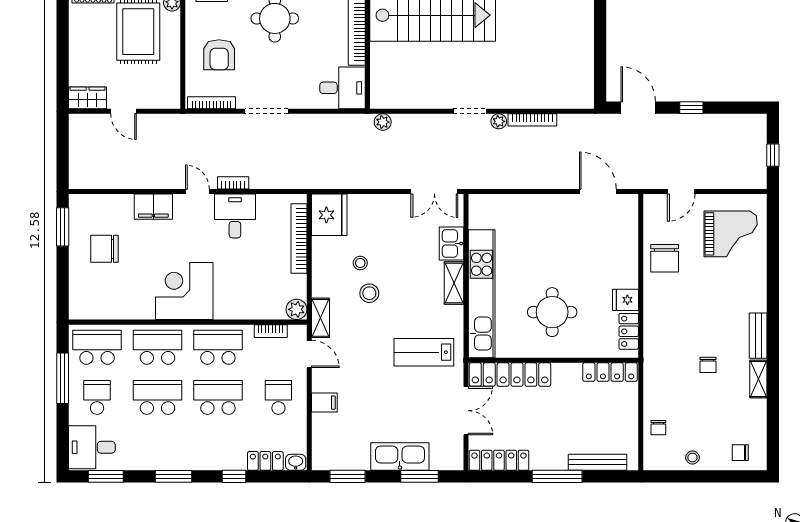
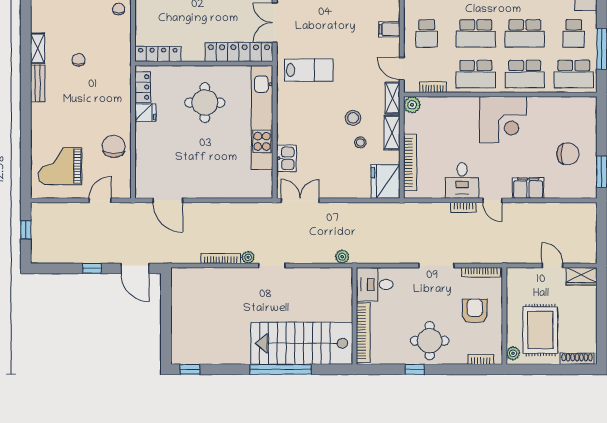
shelving: (454, 283) -> (392, 133), moved

